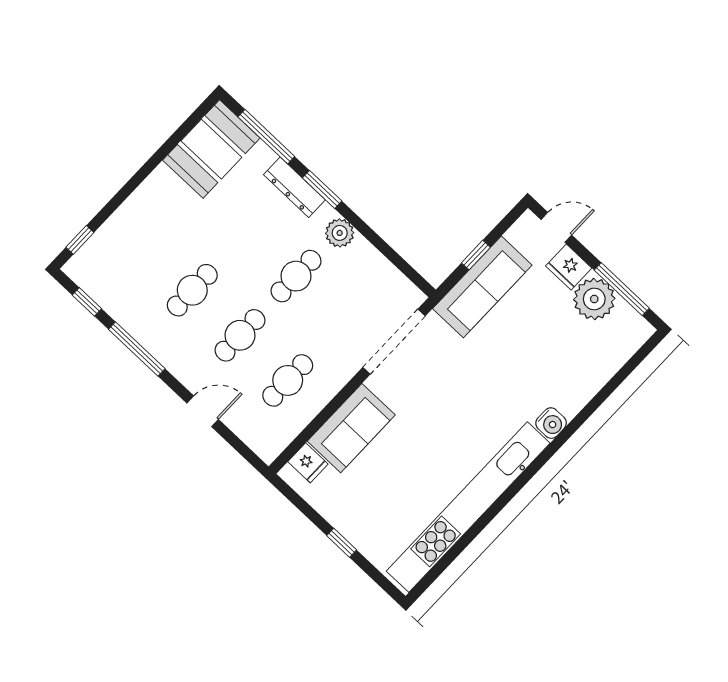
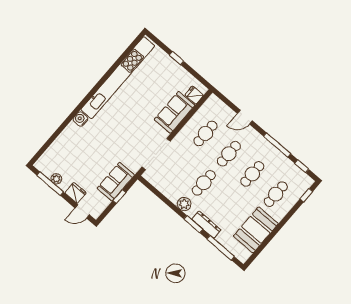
booth: (211, 149) -> (256, 230), moved
cafe table: (145, 245) -> (276, 194), added
sofa: (482, 287) -> (116, 182), width x0.73
plant: (594, 299) -> (56, 179), width x0.53, depth x0.53

